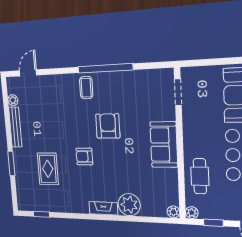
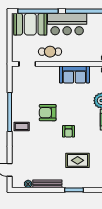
sofa: (164, 145) -> (74, 75), moved
cafe table: (200, 176) -> (50, 52), moved

